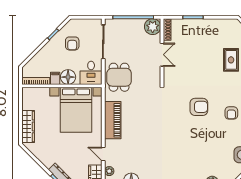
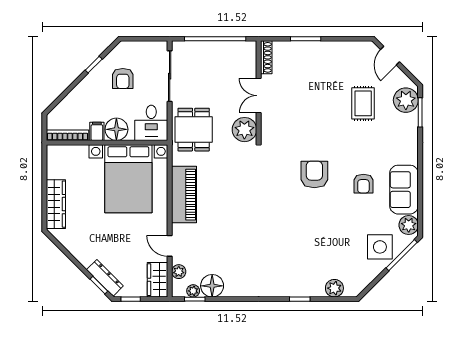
plant: (153, 27) -> (244, 130), moved
double door: (162, 55) -> (259, 96), swing flipped
armchair: (199, 107) -> (314, 174), turned -90

